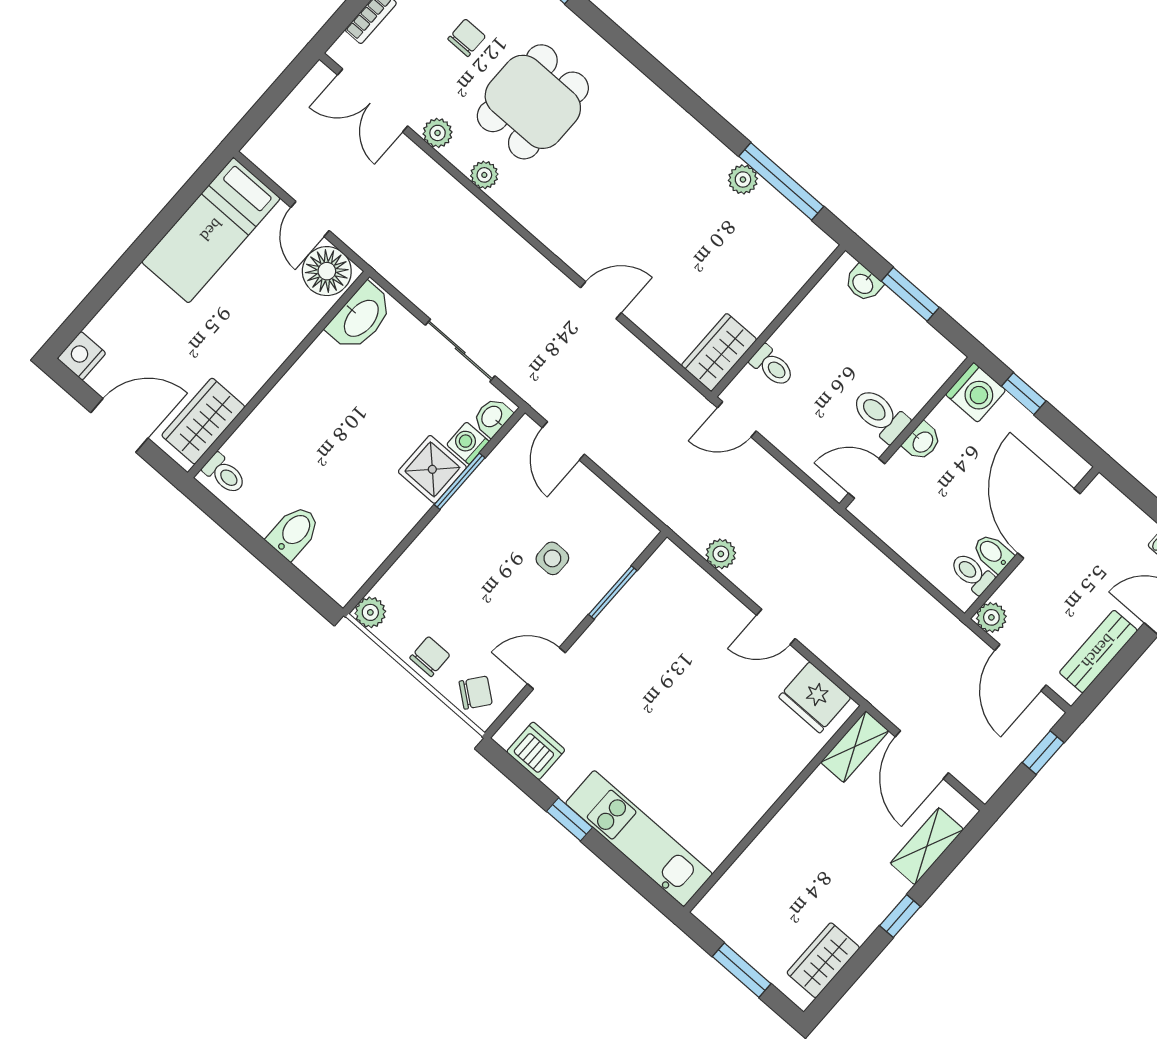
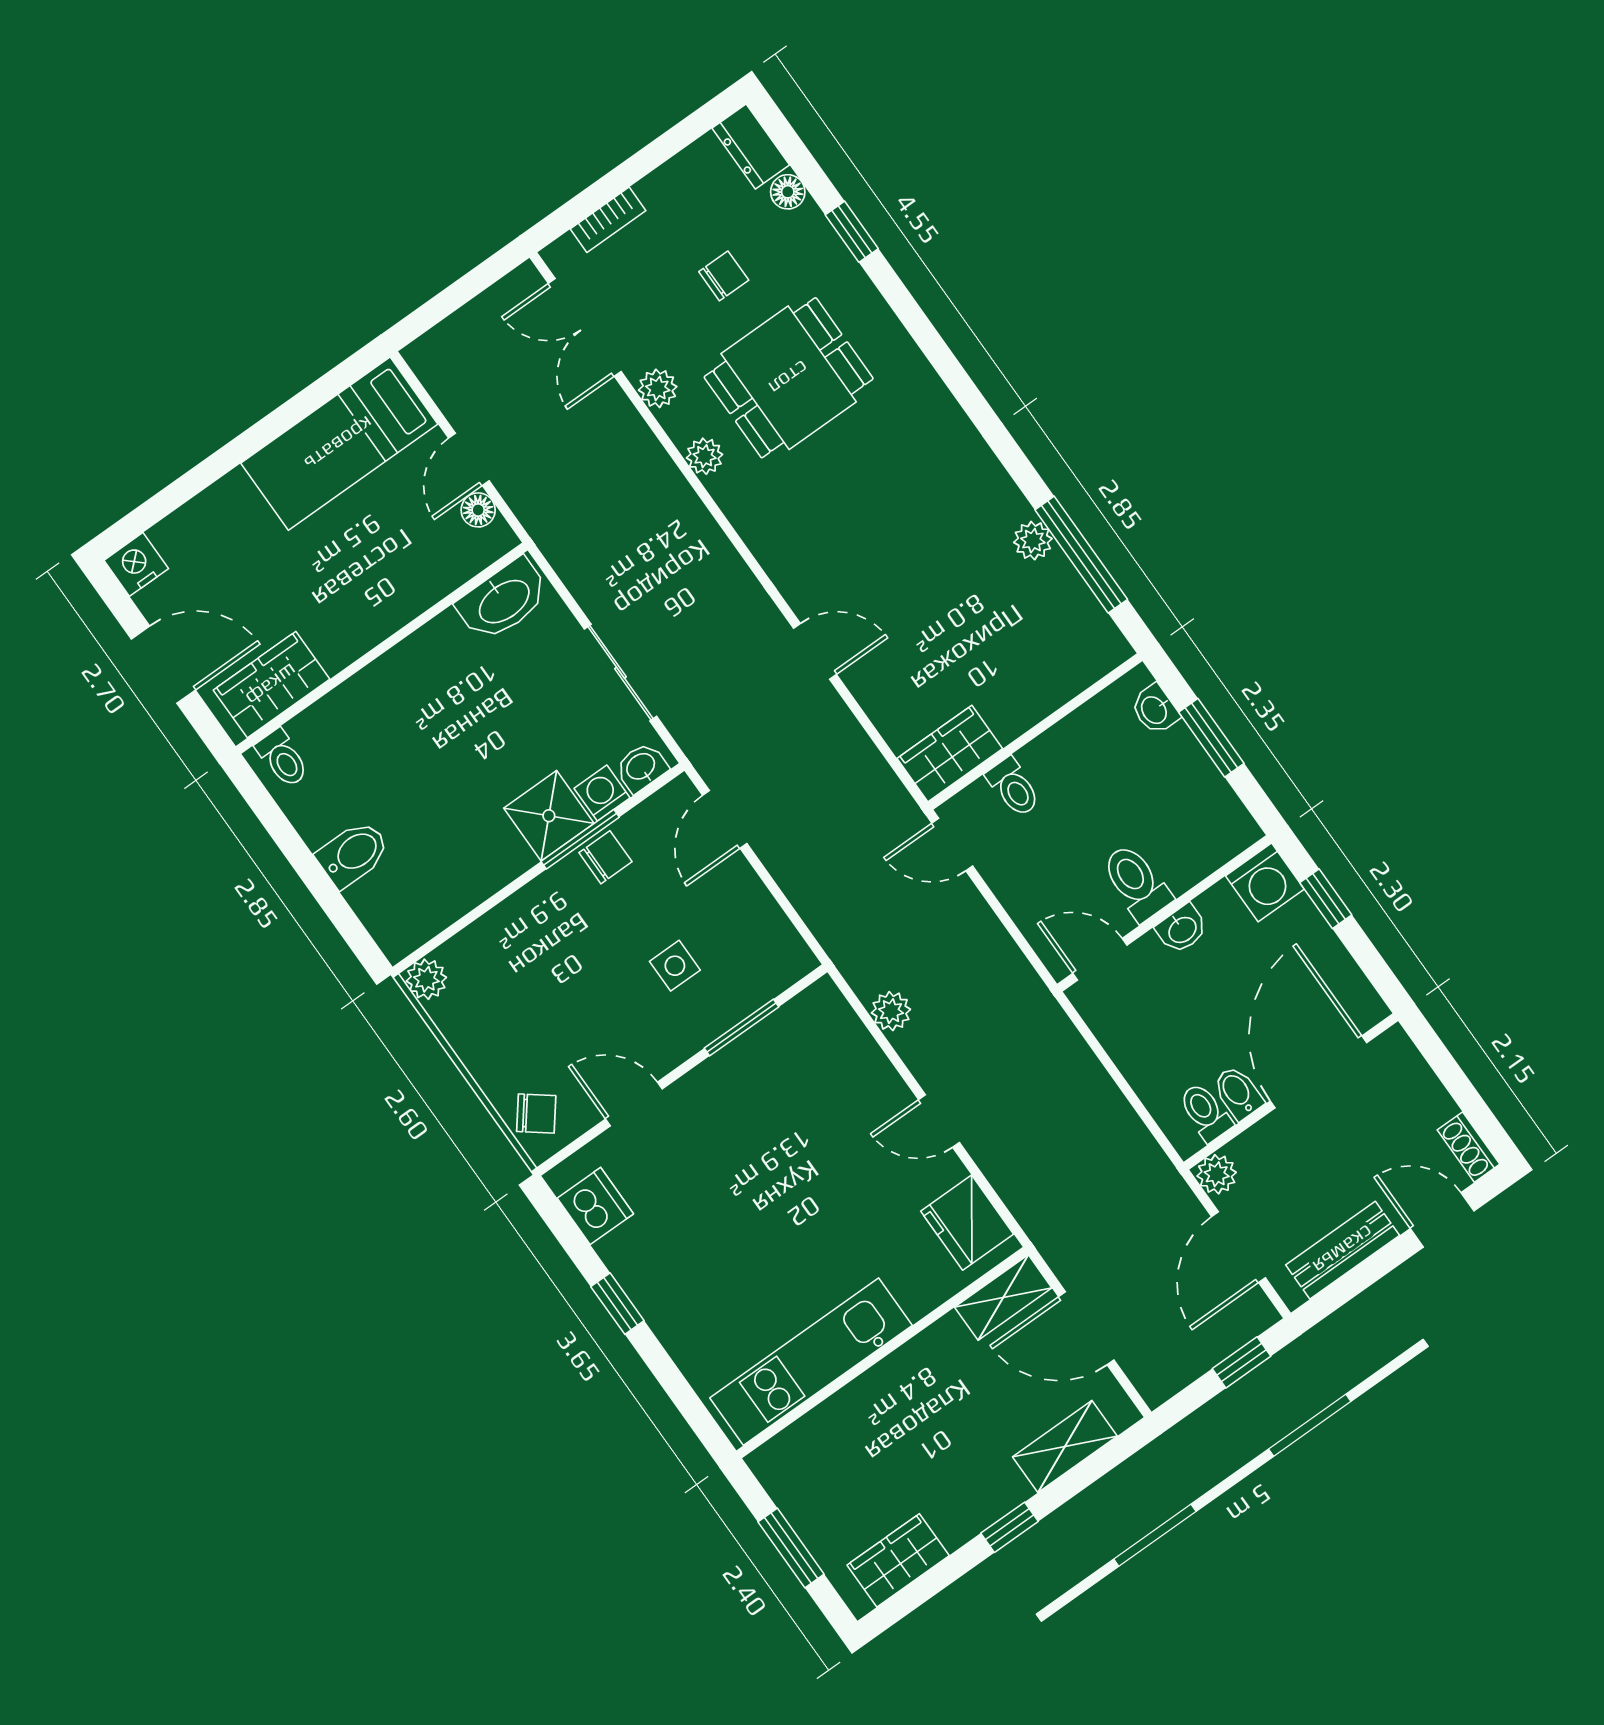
floor lamp: (327, 271) -> (478, 510), width x0.53, depth x0.53
chair: (430, 657) -> (605, 857), moved
door: (922, 755) -> (1086, 1328), hinge flipped
kitchen unit: (639, 839) -> (811, 1362), moved, turned -90

